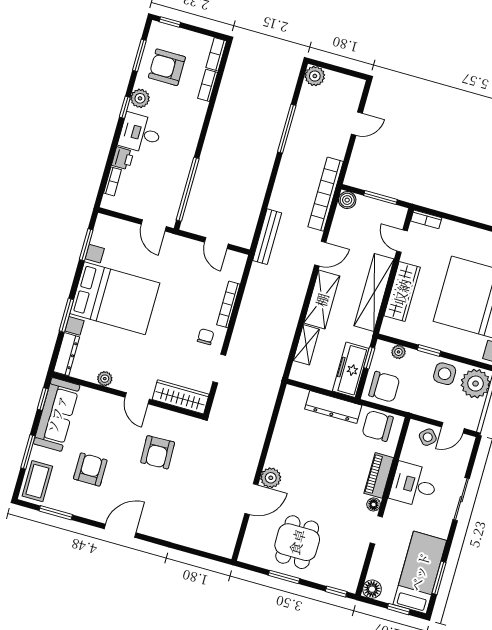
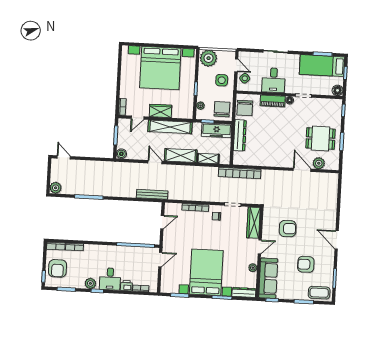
armchair: (167, 67) -> (58, 268), moved
door: (357, 124) -> (64, 157), moved
bookcase: (326, 194) -> (240, 173), moved
wardrobe: (402, 292) -> (161, 111), width x0.67
side table: (445, 374) -> (222, 80), moved
sofa: (57, 414) -> (268, 278), moved, turned 90
plant: (271, 478) -> (319, 163), moved

